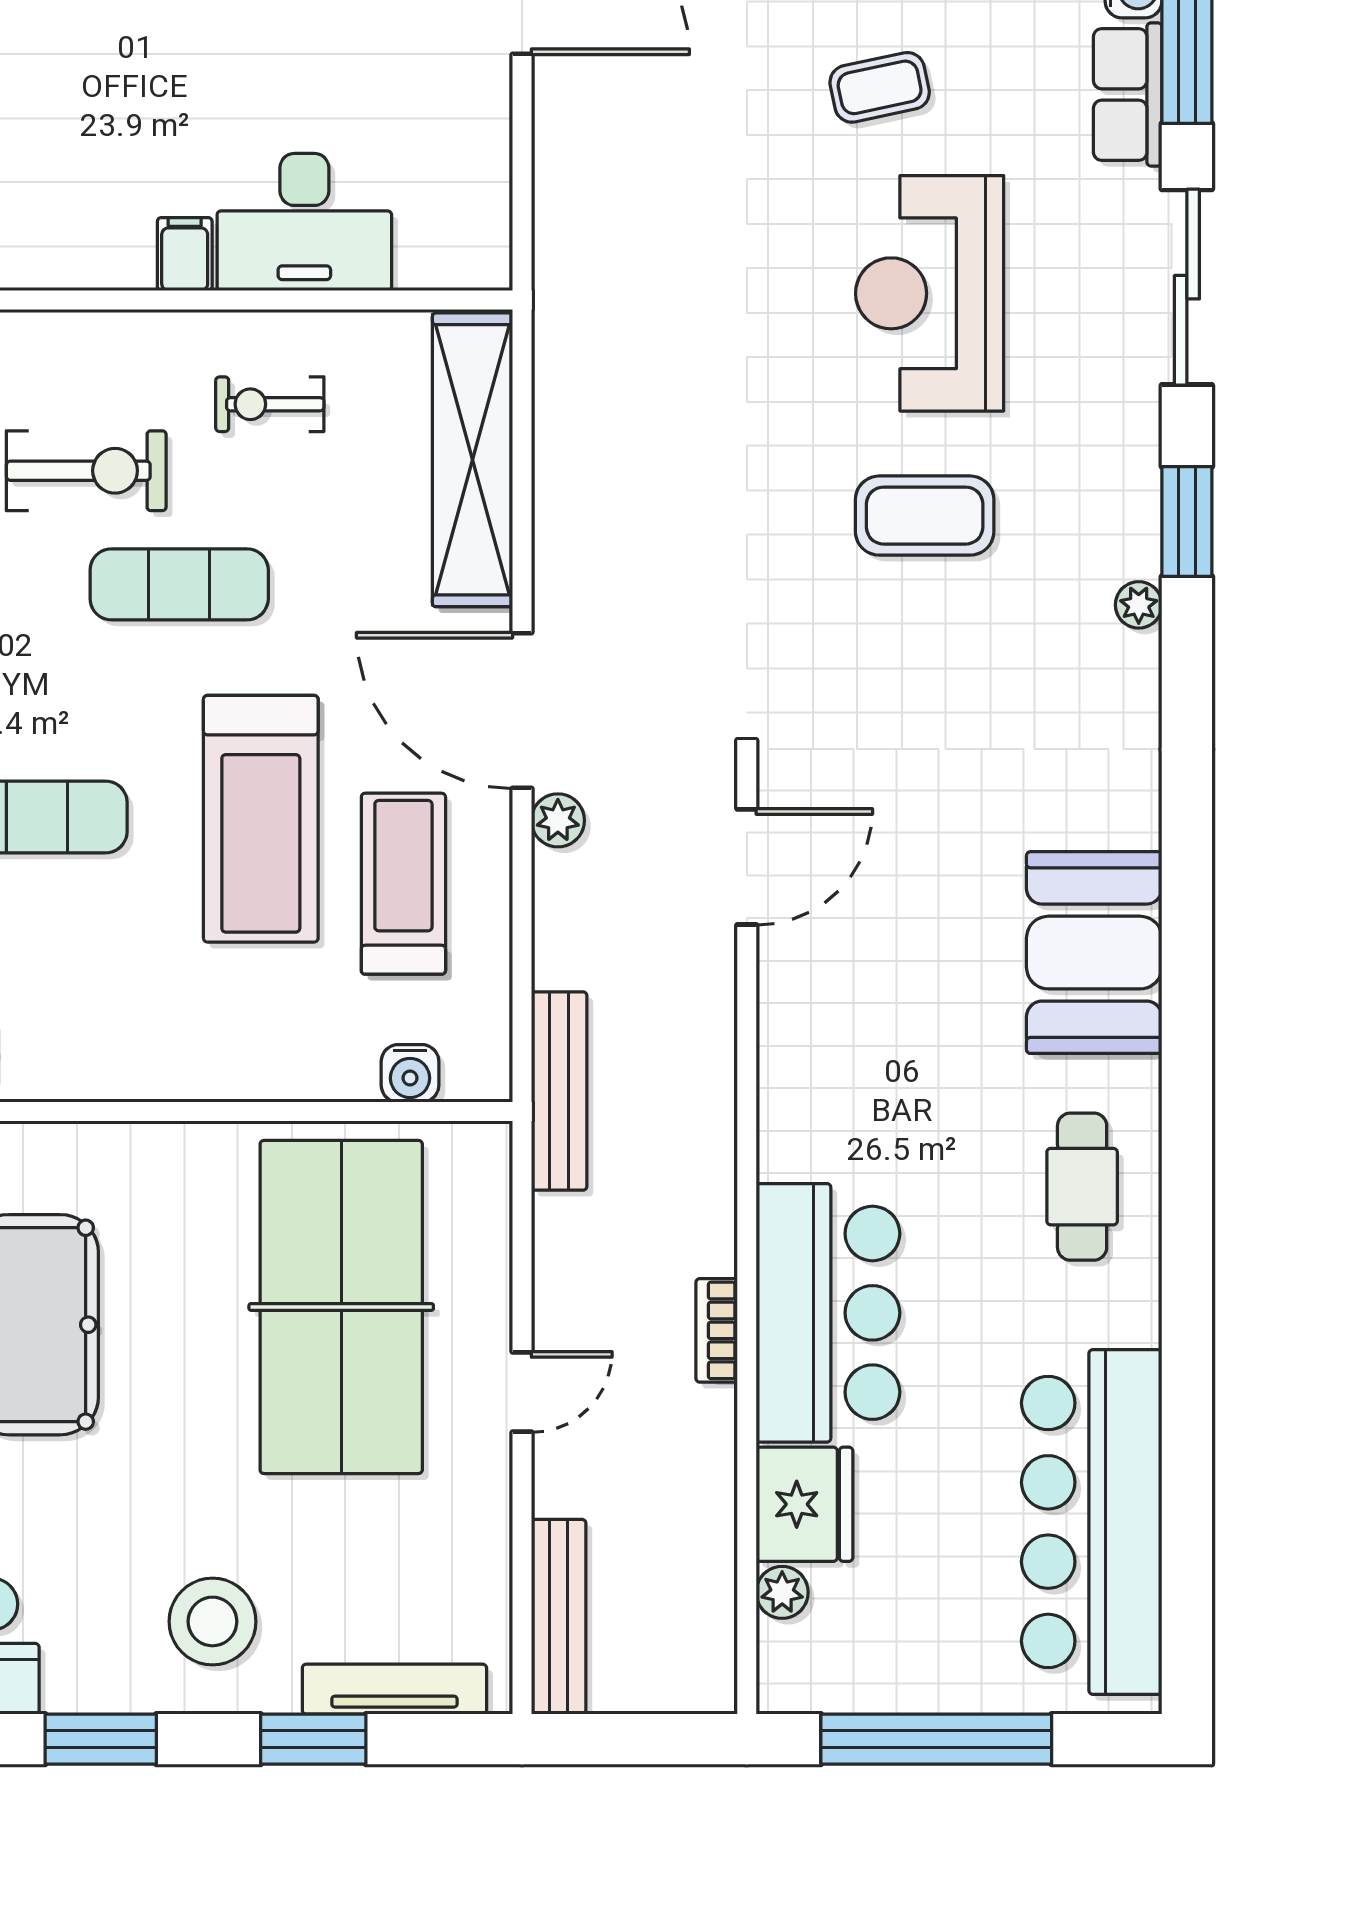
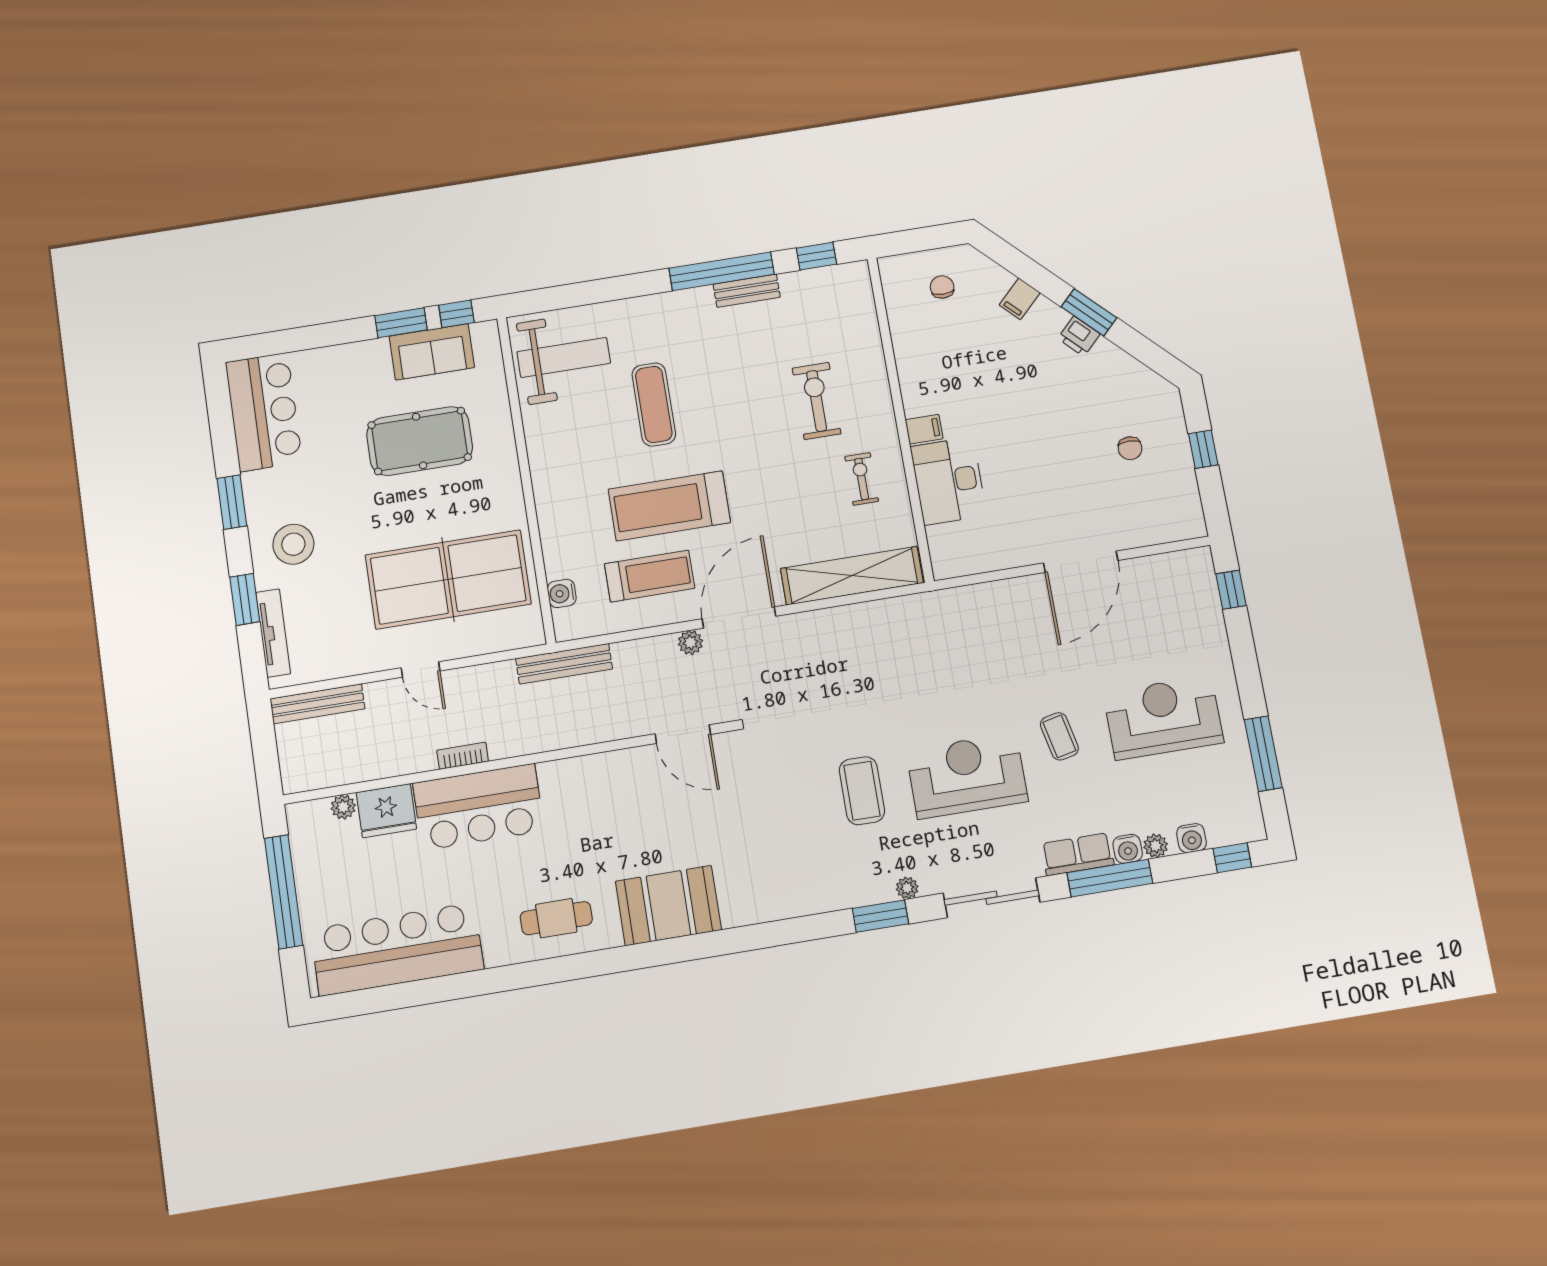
exercise bike: (86, 471) -> (817, 401), turned 180
exercise mat: (179, 584) -> (771, 451), removed
plant: (1139, 605) -> (907, 888), moved

